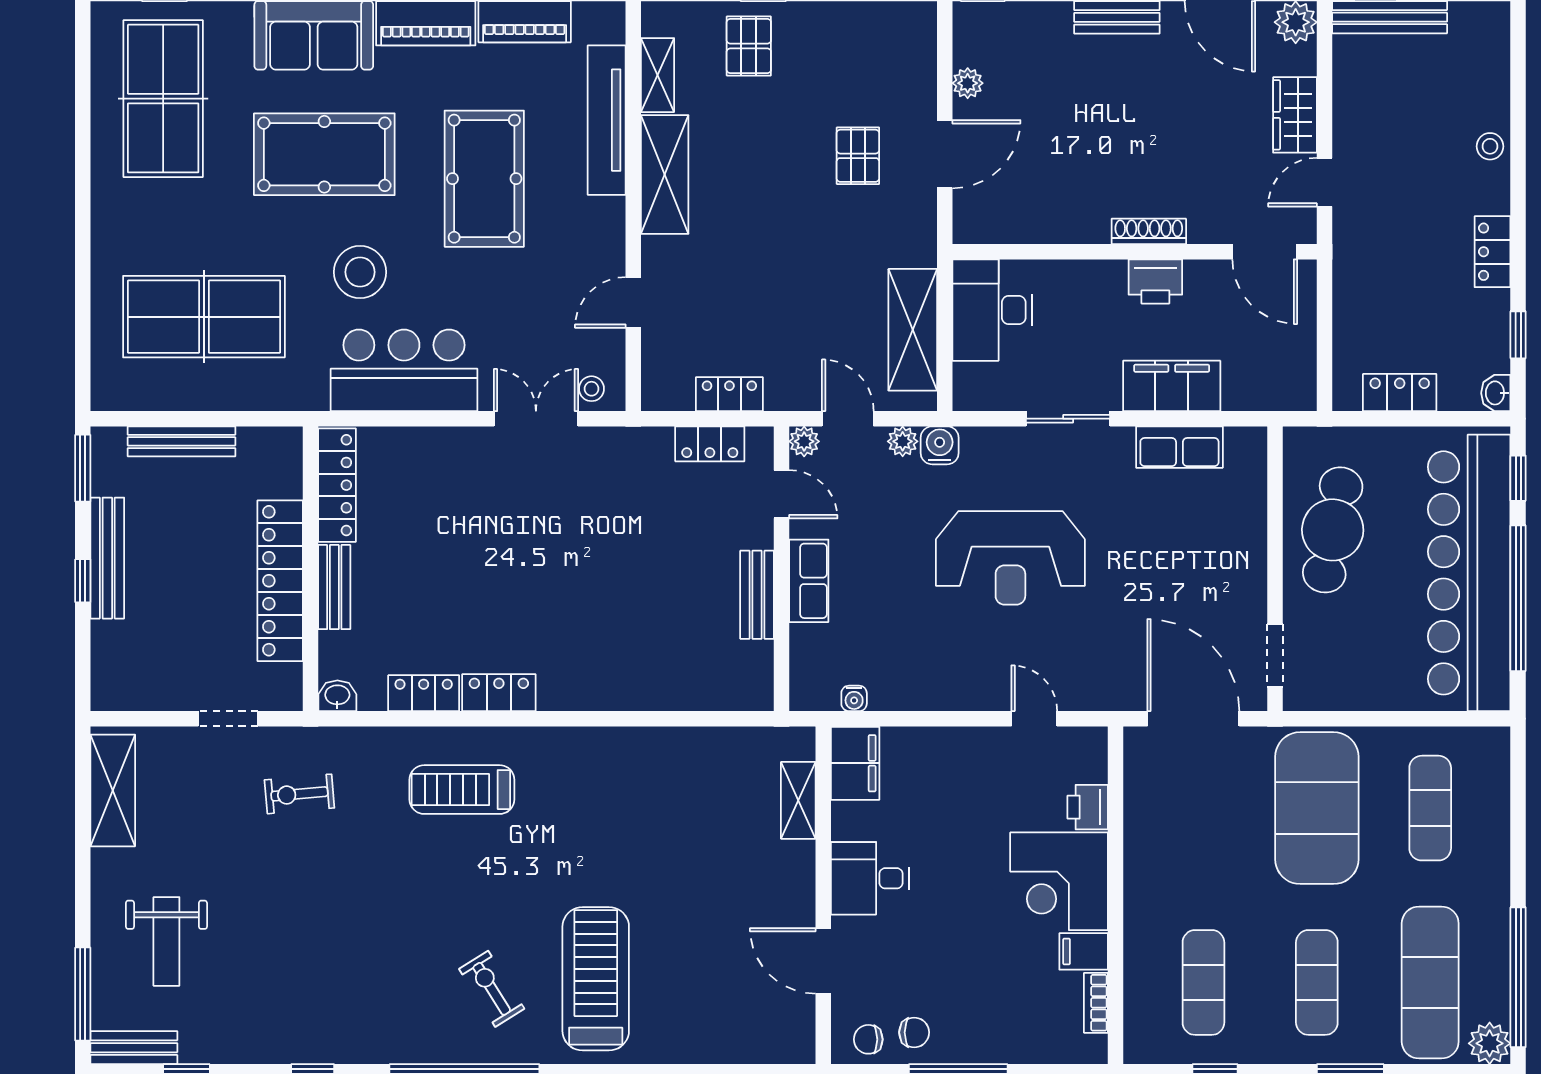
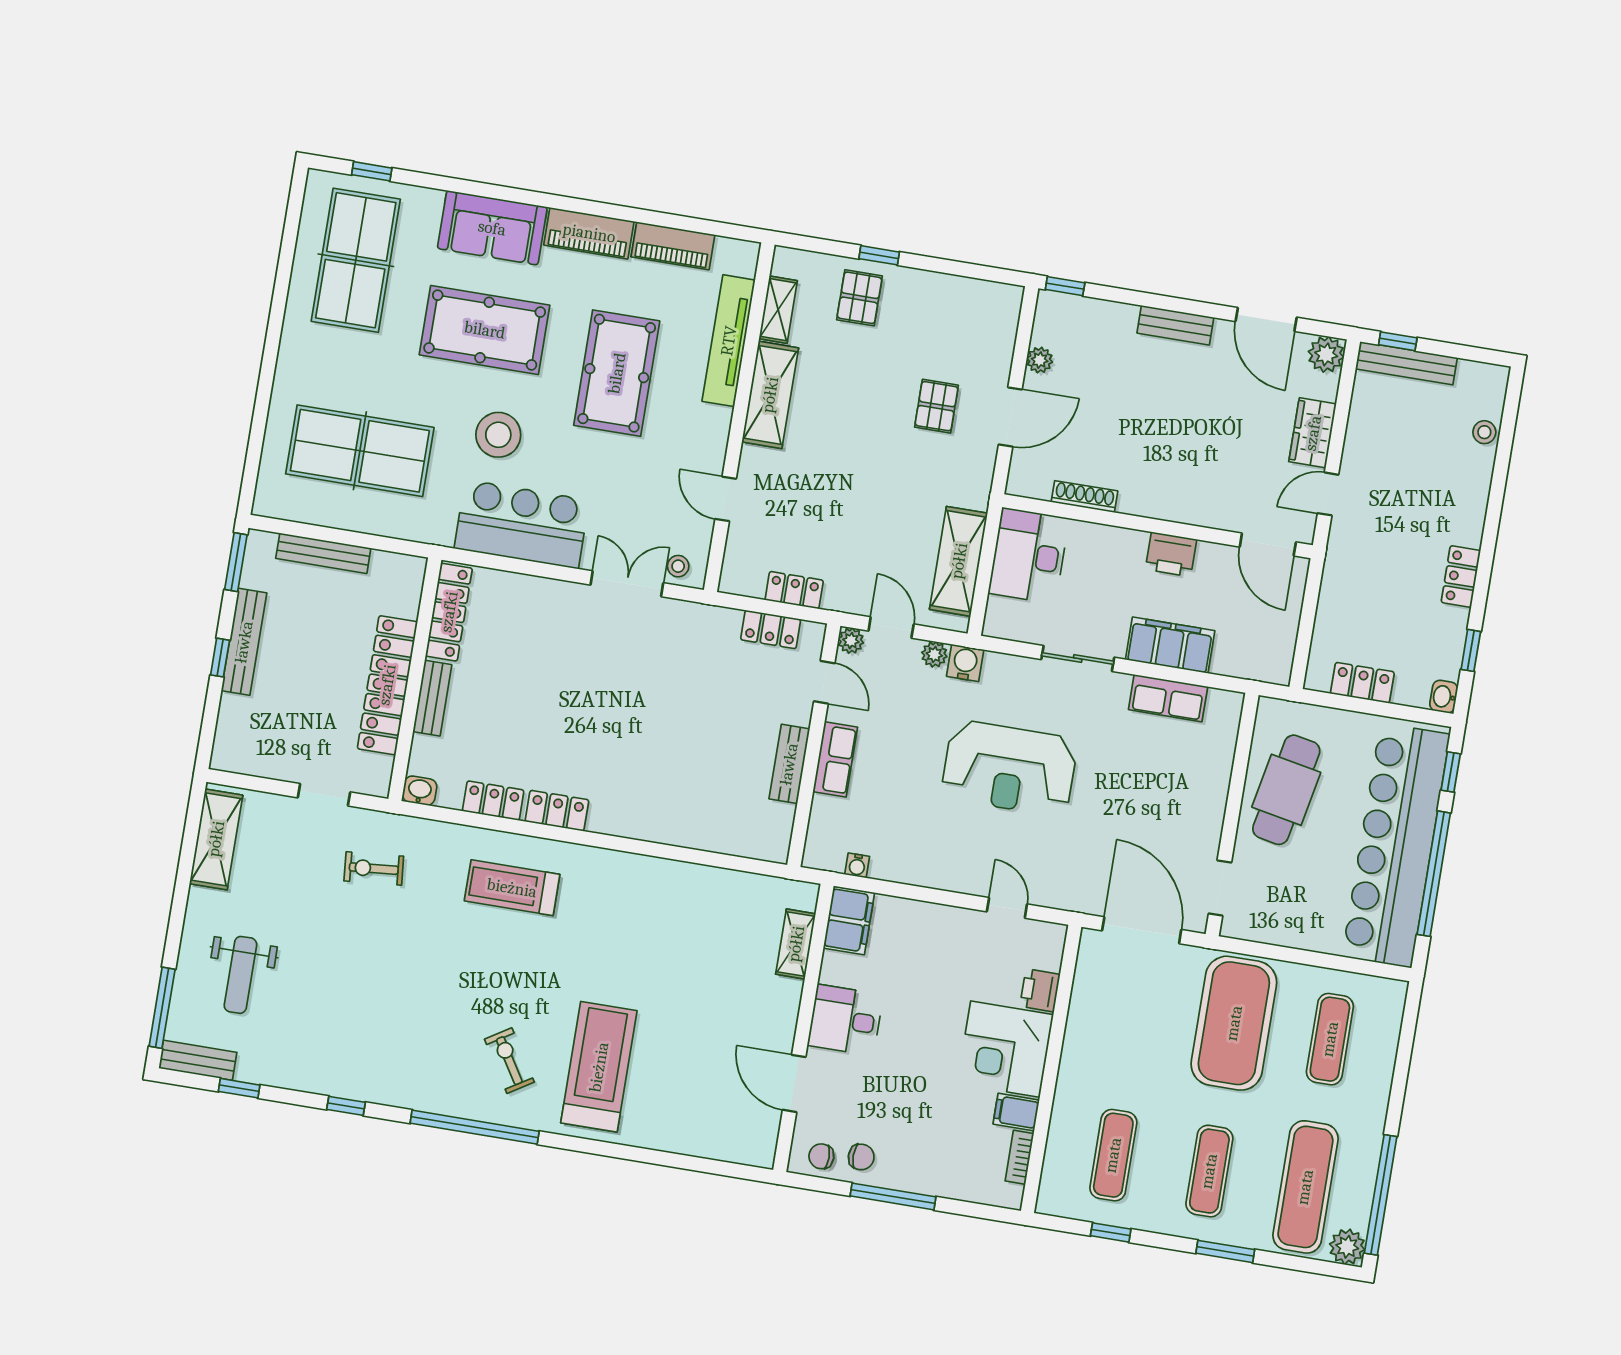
stool: (1490, 146) -> (1484, 432), moved
shoe rack: (1149, 231) -> (1084, 496), moved
door: (633, 302) -> (726, 499), hinge flipped

